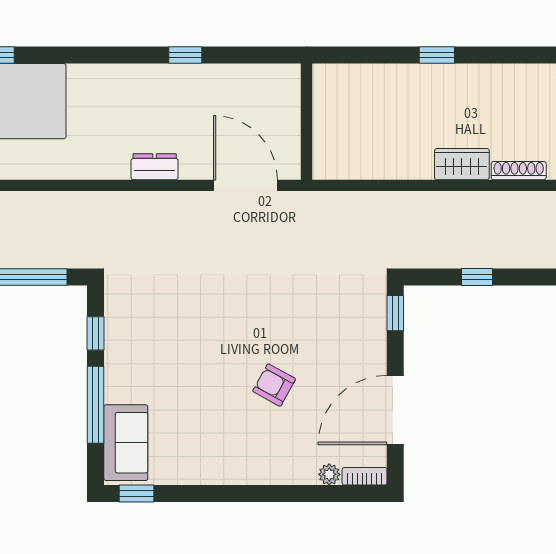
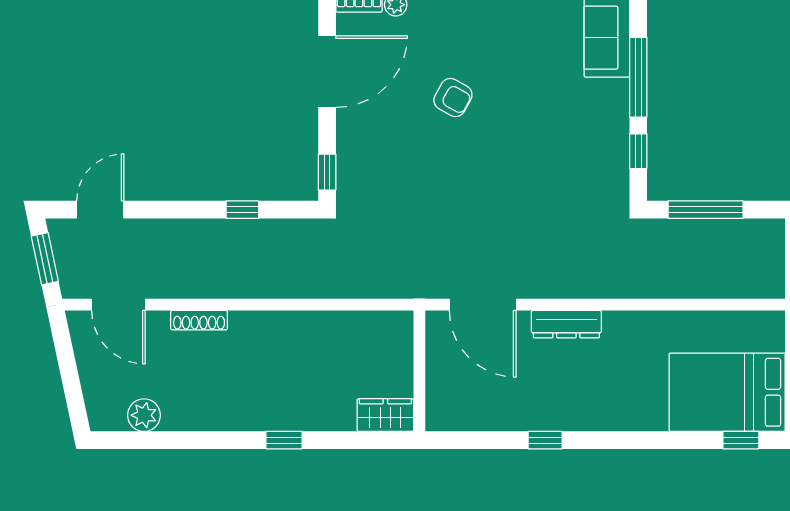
wardrobe: (462, 164) -> (385, 415), moved, turned 180
dresser: (155, 167) -> (566, 324), width x1.44

